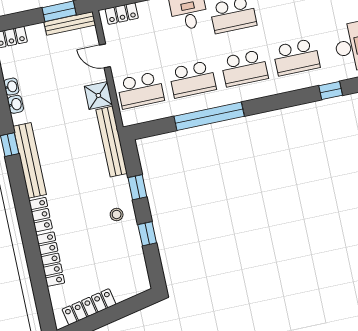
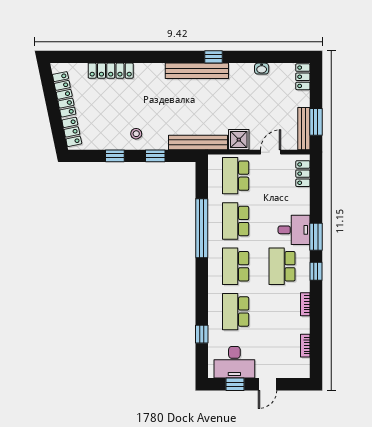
washbasin: (15, 104) -> (246, 69), removed
locker: (41, 215) -> (72, 132), moved, turned -102

